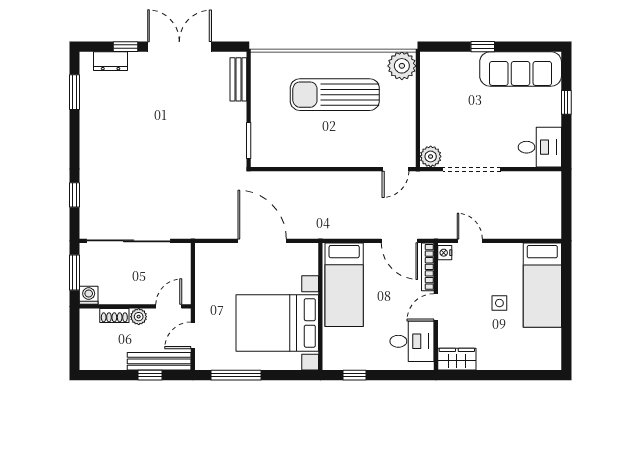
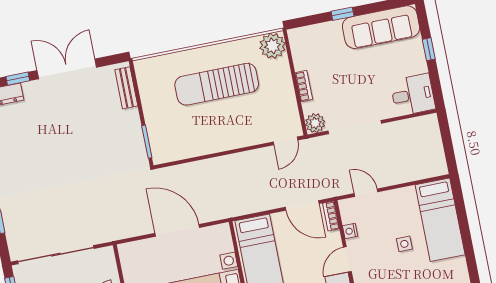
bookcase: (426, 115) -> (304, 86), added
nightstand: (445, 253) -> (350, 231), moved
bookcase: (428, 267) -> (331, 216), width x0.64

